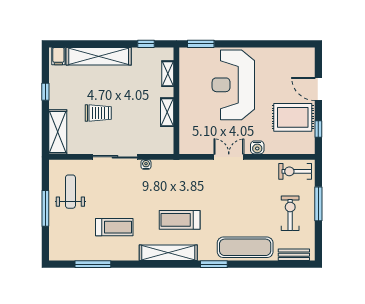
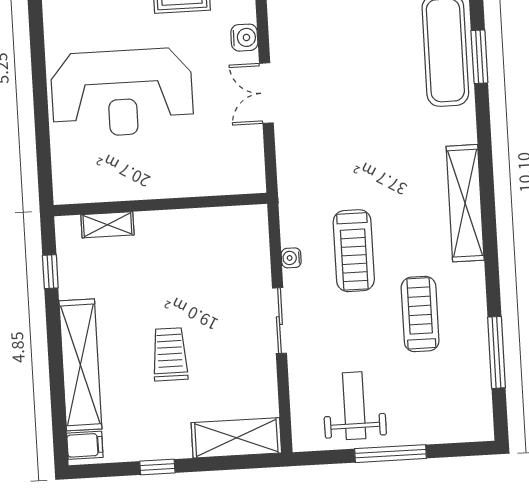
window: (201, 44) -> (44, 162), removed
shelving: (167, 112) -> (184, 222), removed
trolley: (98, 113) -> (170, 354), moved
sliding door: (115, 157) -> (279, 321), width x0.73
weight bench: (70, 192) -> (354, 406), turned 90
treadmill: (180, 220) -> (354, 251), moved
window: (214, 264) -> (479, 57), moved

